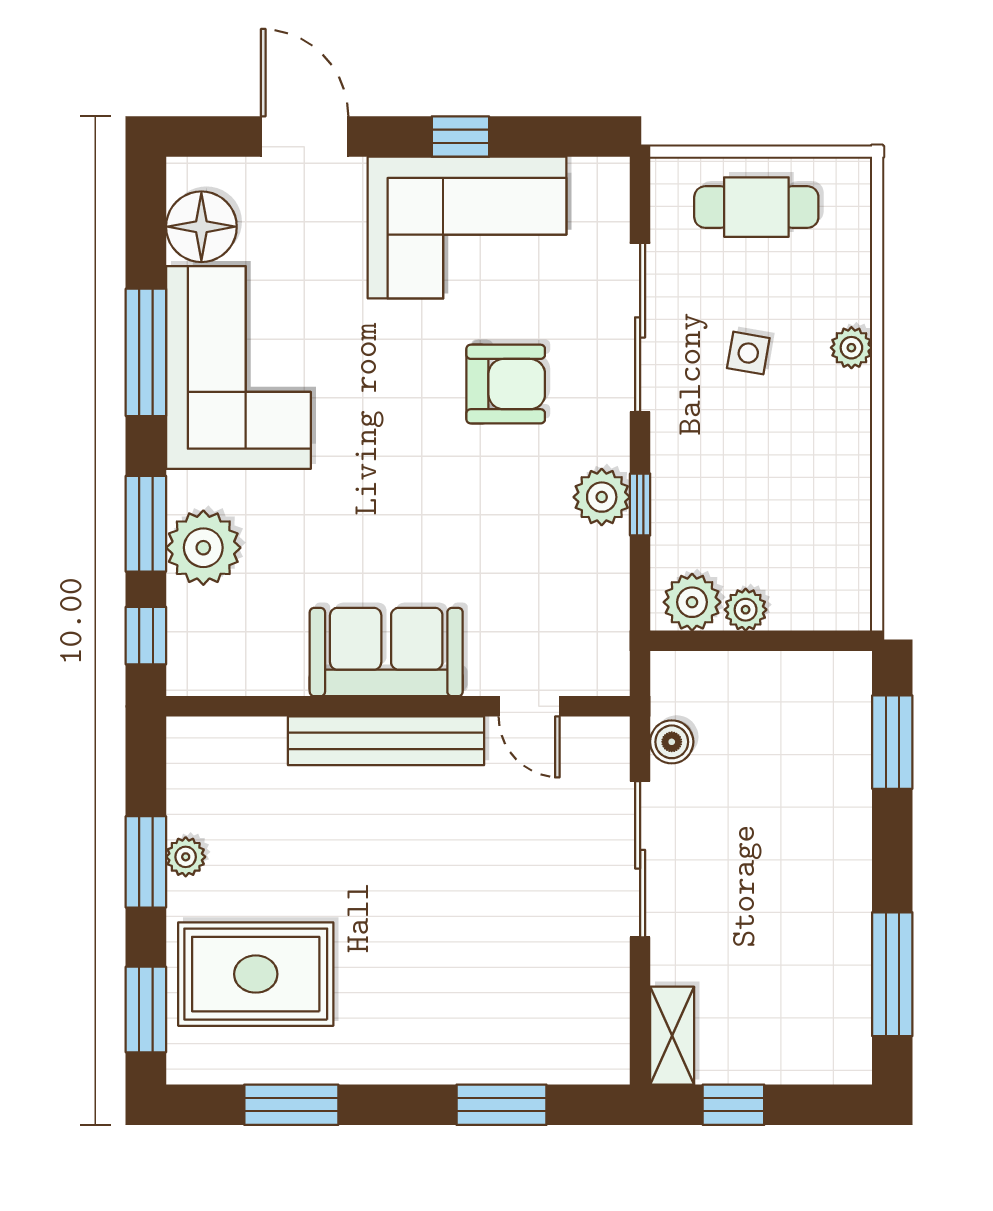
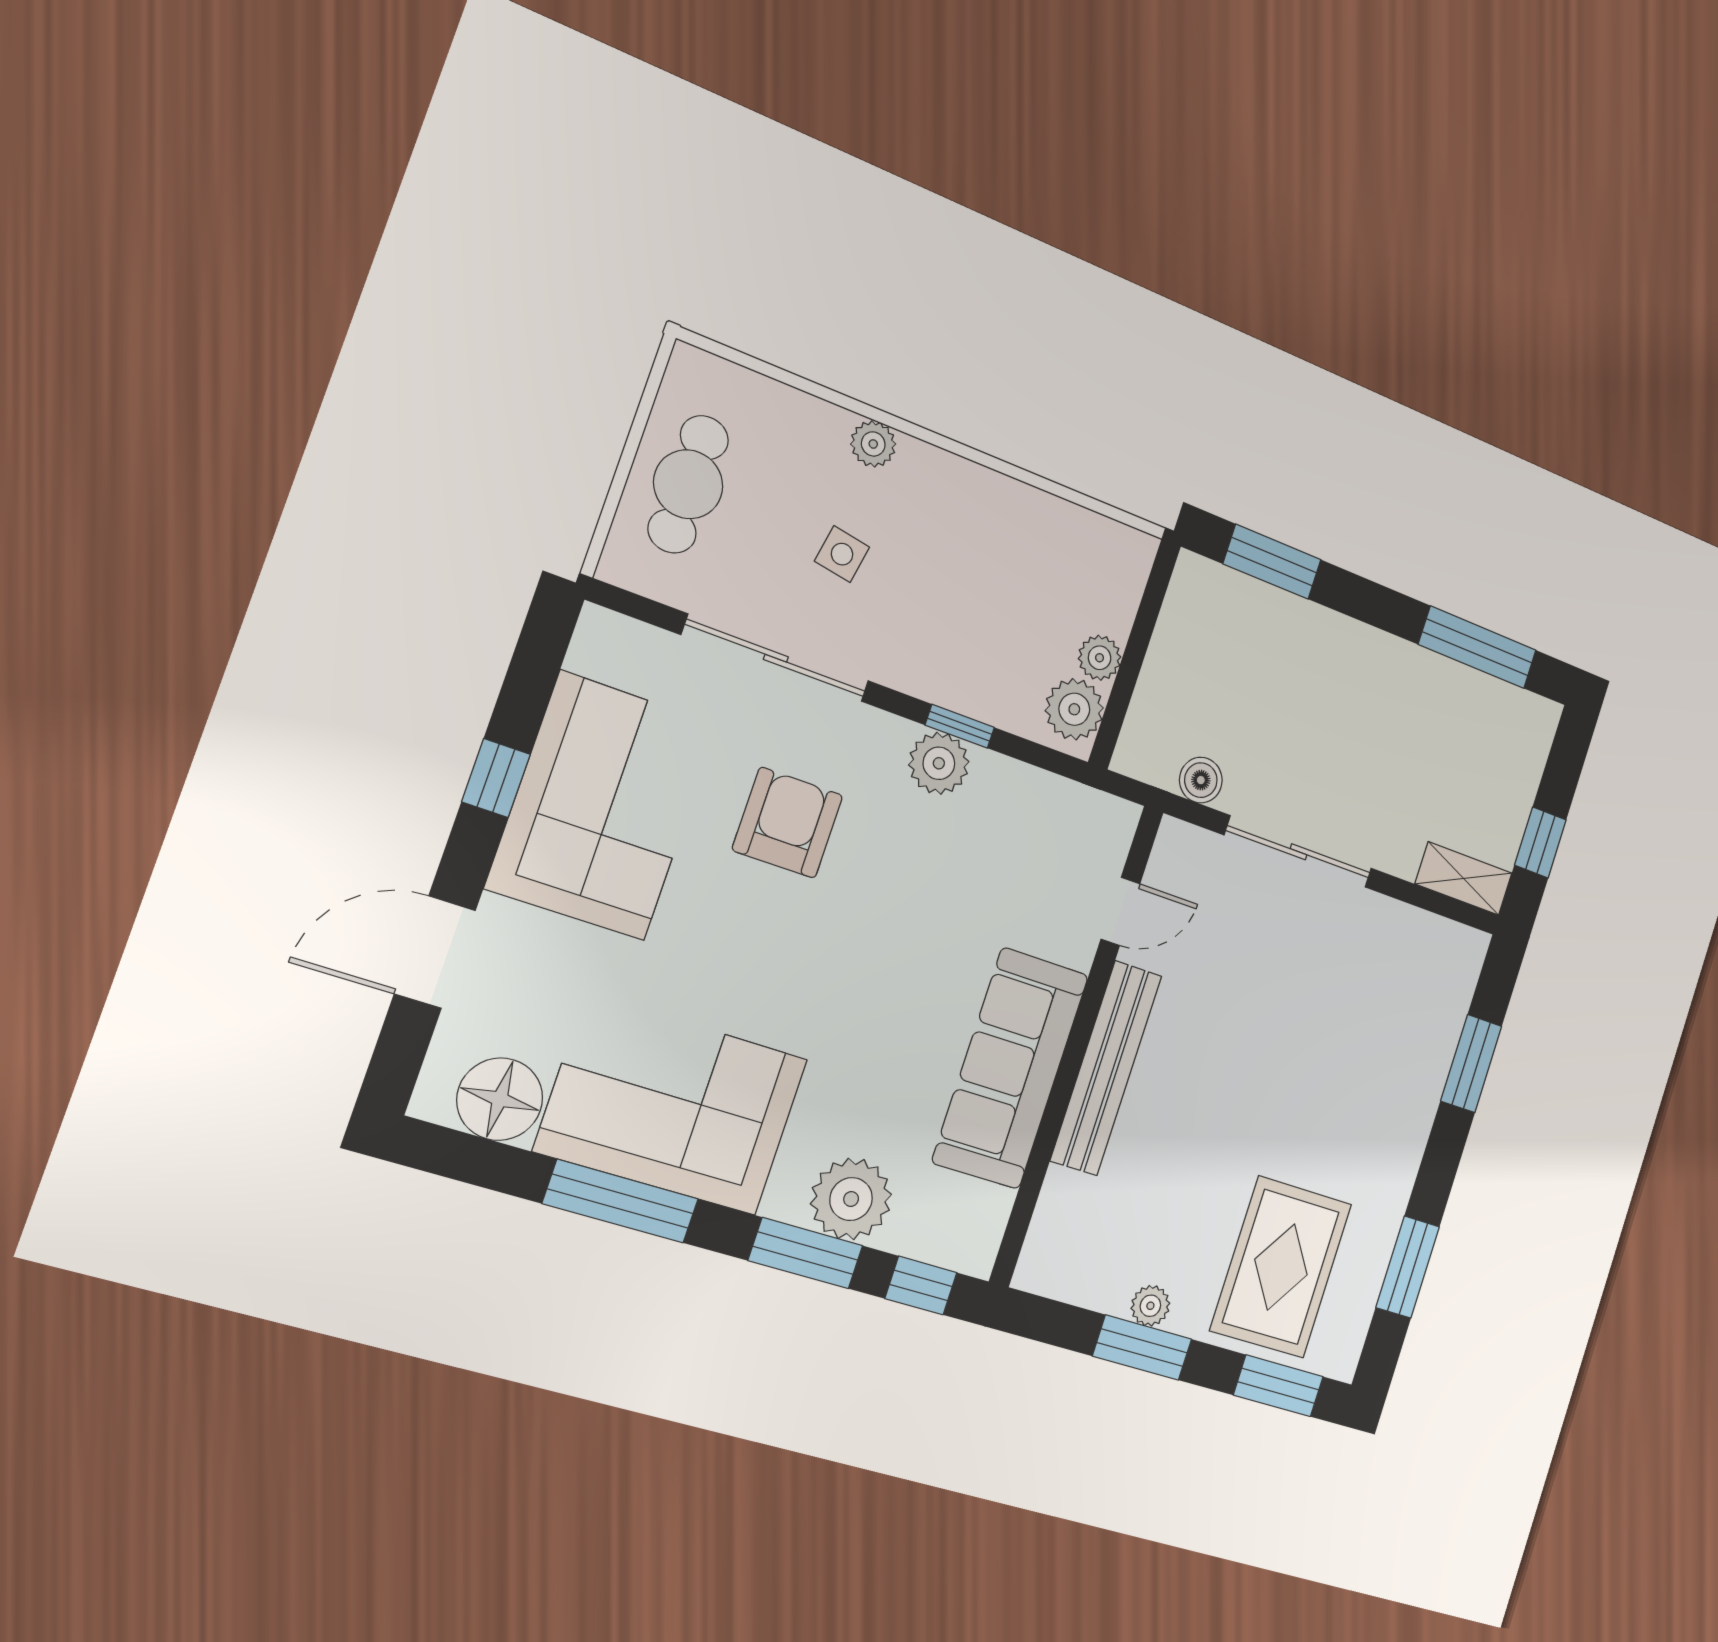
sofa: (386, 652) -> (1010, 1068), width x1.36

